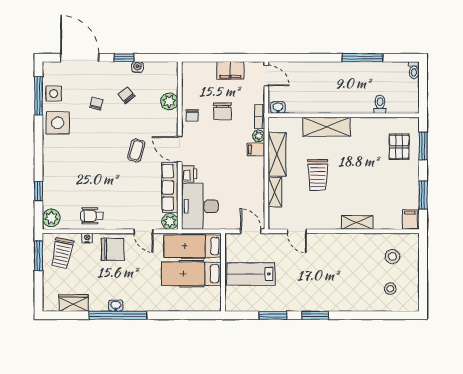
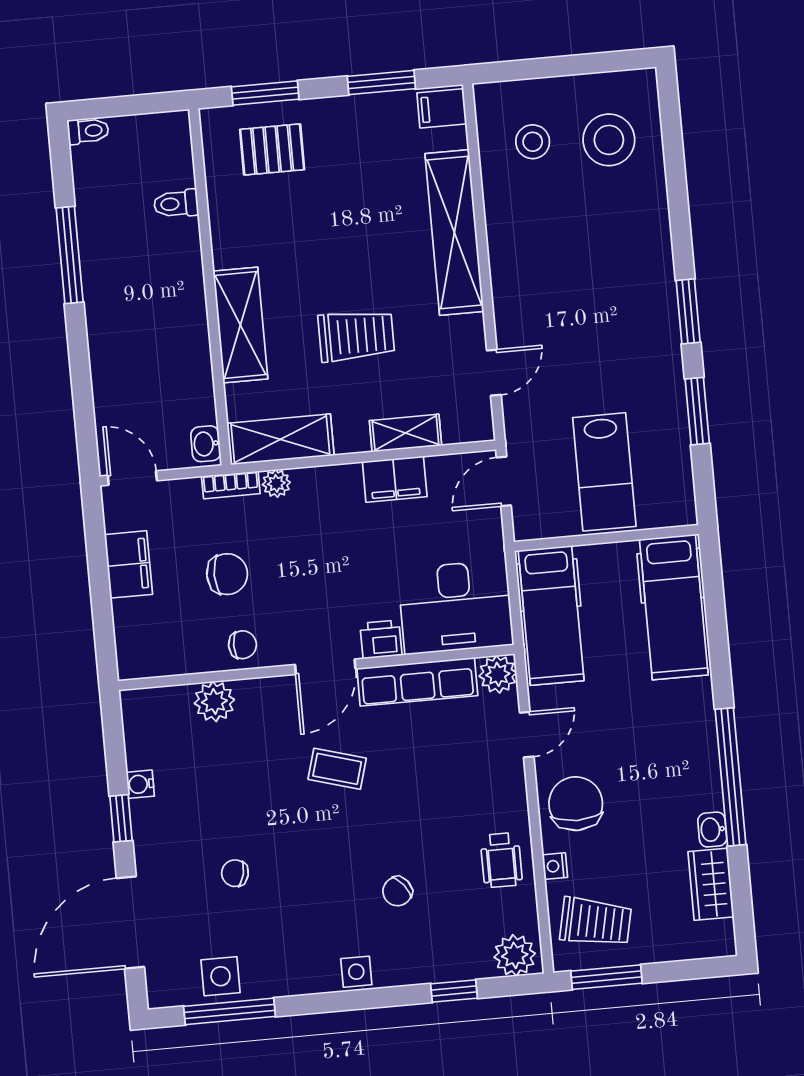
door: (266, 75) -> (132, 478), hinge flipped
chair: (127, 95) -> (397, 891), moved
side table: (58, 123) -> (356, 972), moved, width x0.54, depth x0.54
filing cabinet: (256, 149) -> (395, 479), moved, width x2.00
shelving: (277, 154) -> (280, 439), moved
shelving: (357, 222) -> (454, 232), width x2.20, depth x1.33
hospital bed: (191, 274) -> (674, 607), moved
stool: (390, 289) -> (609, 140), width x1.89, depth x1.89
washbasin: (116, 306) -> (712, 830), moved

